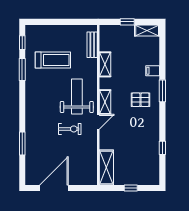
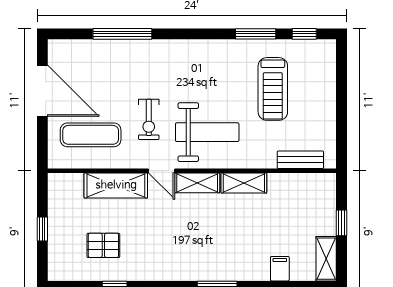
shelving: (105, 64) -> (244, 183), moved
filing cabinet: (153, 71) -> (280, 269), moved
pallet: (140, 100) -> (103, 245), moved, turned 90
window: (22, 144) -> (122, 34), width x1.44
exercise mat: (78, 161) -> (91, 135), added
shelving: (106, 168) -> (116, 185), moved

